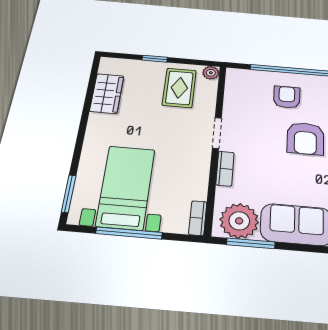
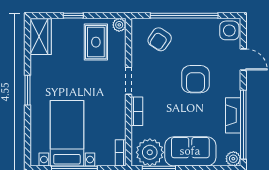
wardrobe: (107, 93) -> (41, 37), moved
armchair: (287, 97) -> (160, 39), moved, turned -146
window: (69, 194) -> (28, 90), moved

